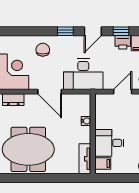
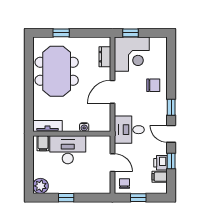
desk: (83, 74) -> (129, 130), width x0.73
desk: (109, 143) -> (68, 150), width x1.37

